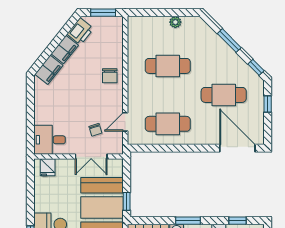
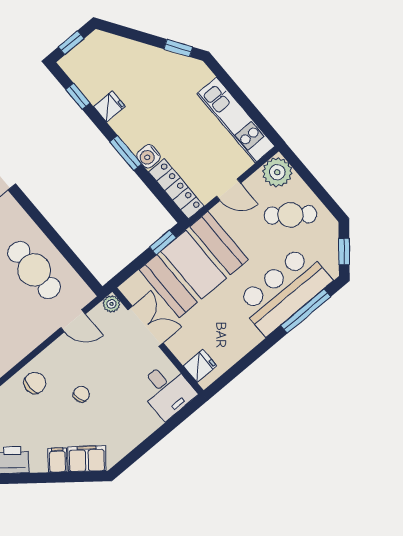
filing cabinet: (65, 49) -> (57, 460), width x0.50
chair: (95, 130) -> (81, 394), moved
plant: (117, 149) -> (111, 304), added

